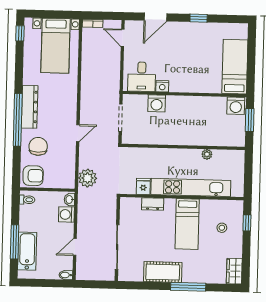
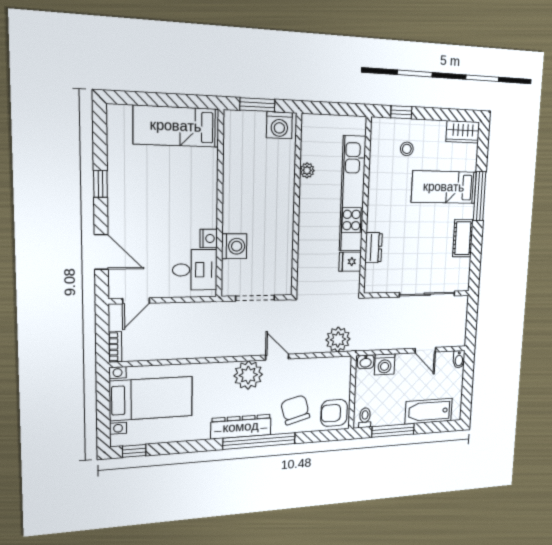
washing machine: (236, 106) -> (279, 125), moved, turned 90
plant: (66, 112) -> (248, 375), added
chair: (38, 146) -> (295, 410), turned 75
armchair: (33, 176) -> (334, 413), turned -90
bed: (187, 224) -> (444, 187), moved, turned 180
window: (15, 242) -> (393, 430), moved
cot: (163, 272) -> (463, 238), width x0.73, depth x0.75

